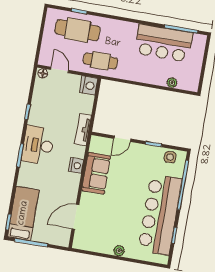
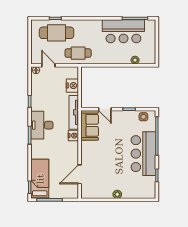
nightstand: (89, 85) -> (72, 86), moved
tv unit: (83, 130) -> (74, 112), width x1.41
door: (122, 139) -> (105, 109), hinge flipped
sofa: (96, 173) -> (90, 125), moved
bar counter: (160, 215) -> (143, 154), width x0.73

